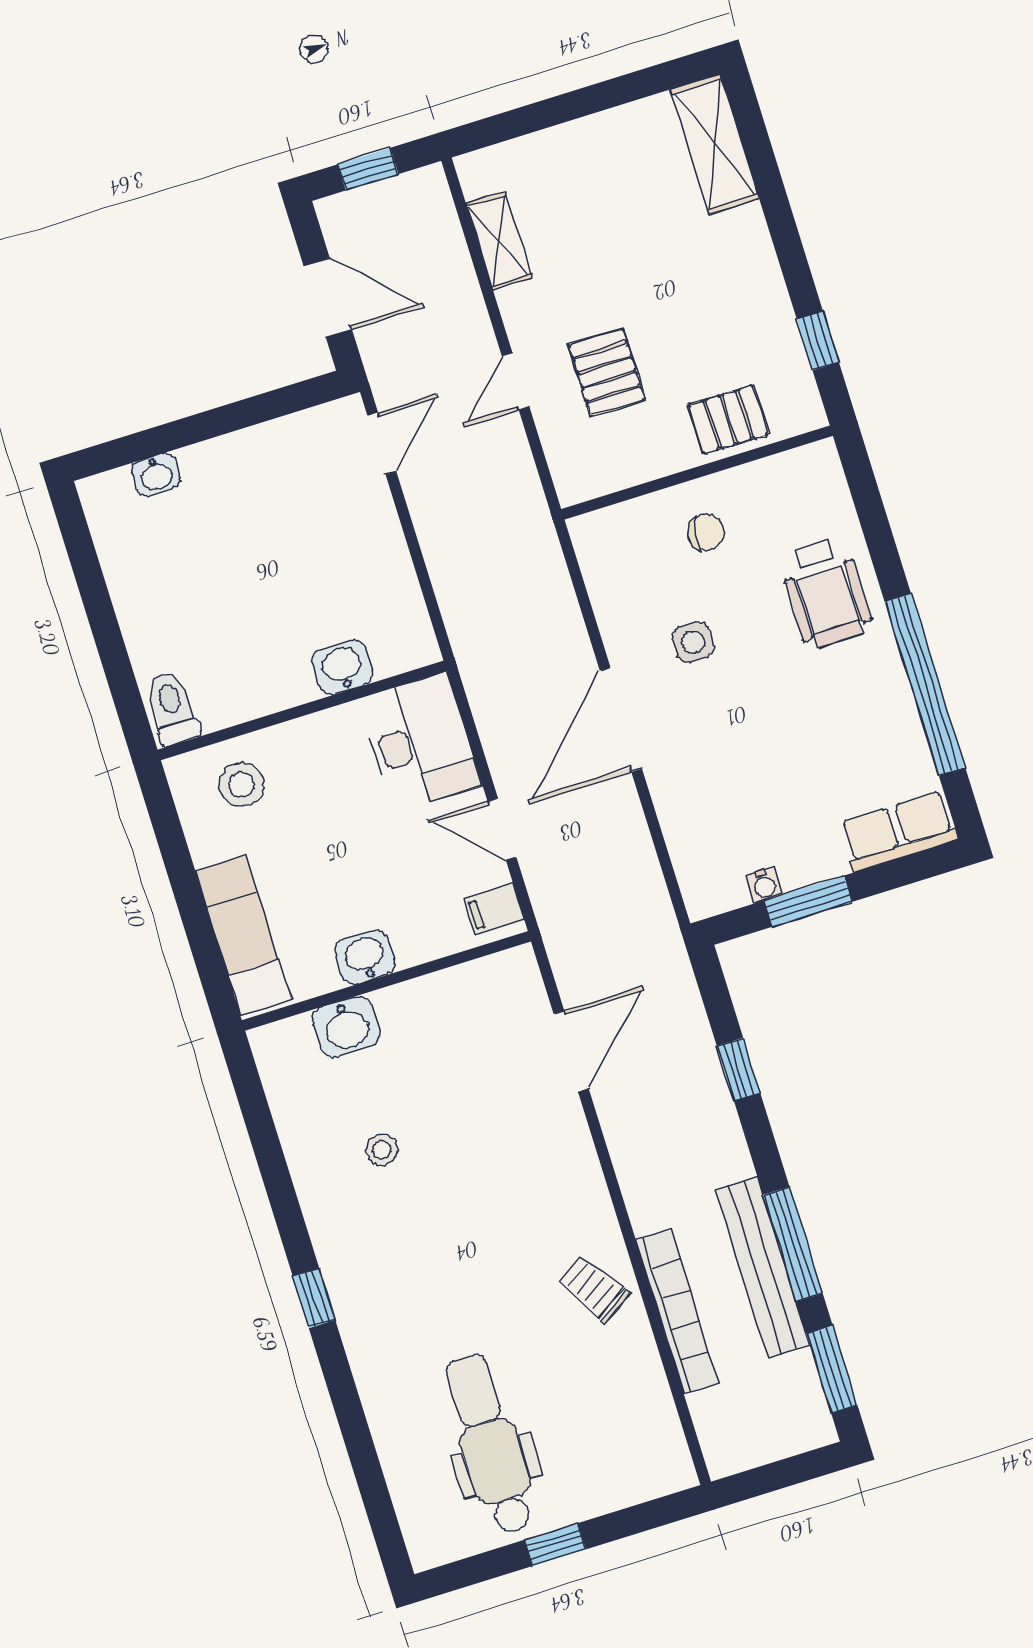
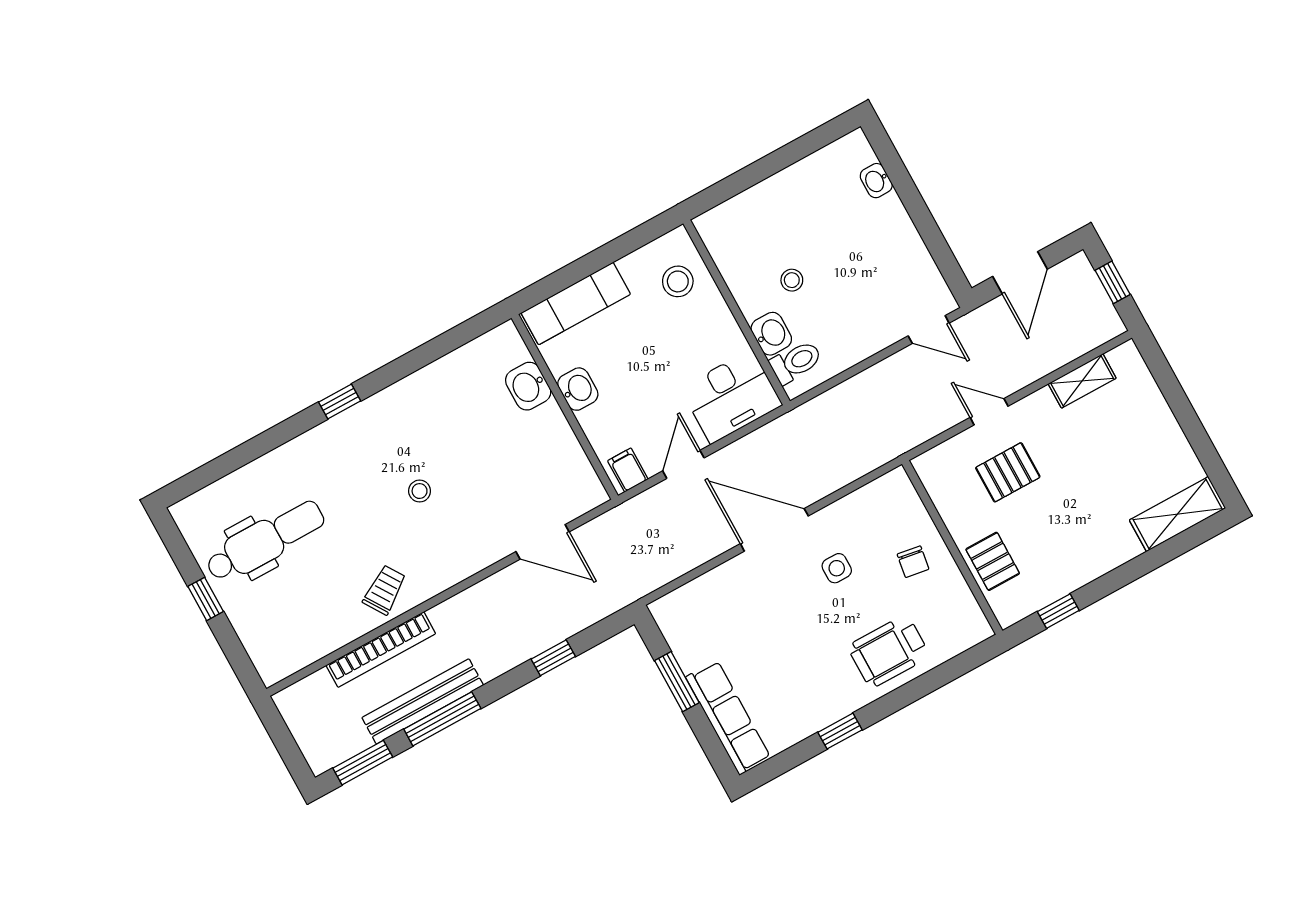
stool: (272, 623) -> (792, 280), added
window: (925, 685) -> (840, 731), width x0.32
toilet: (172, 708) -> (796, 362), moved
row of seats: (899, 831) -> (728, 718), width x1.48
water cooler: (764, 885) -> (682, 650), removed
stool: (382, 1150) -> (420, 491), moved

